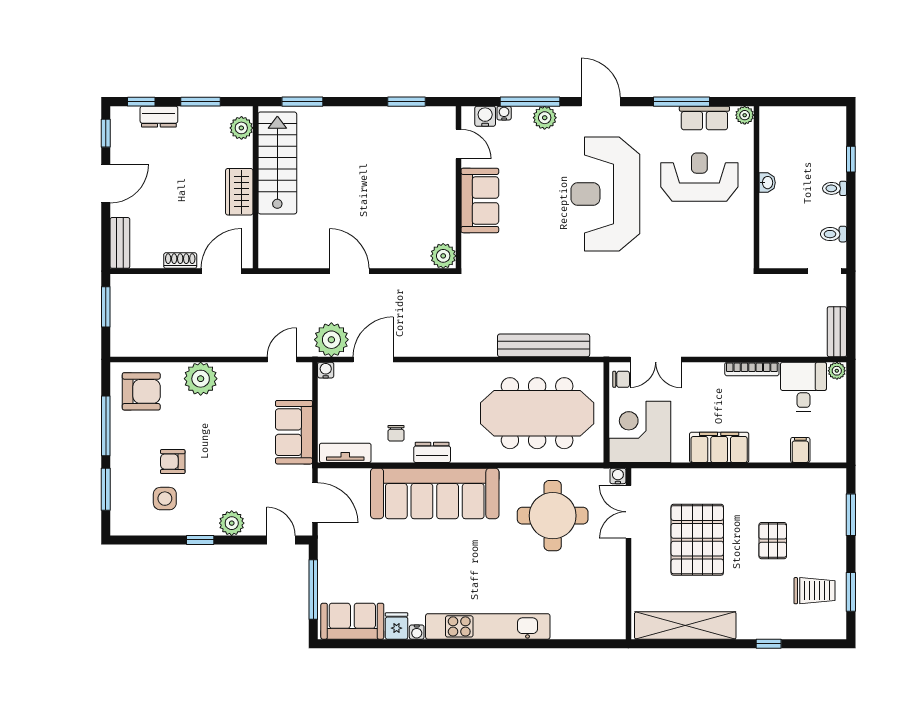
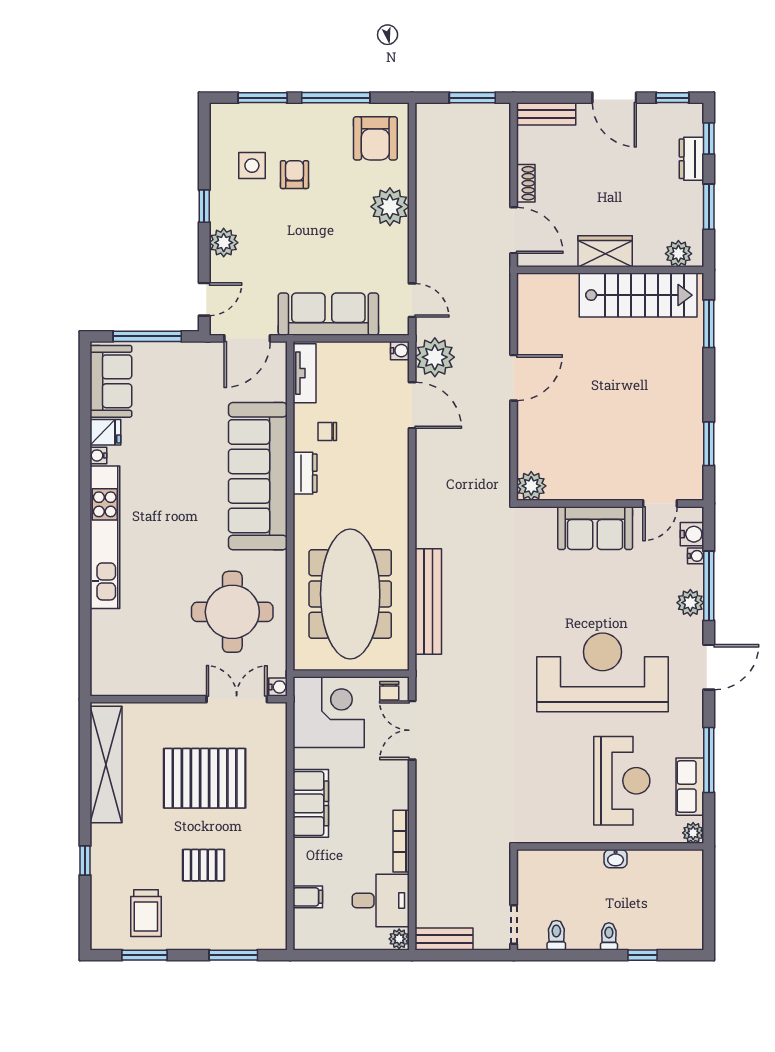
sofa: (294, 432) -> (328, 314), width x1.36

